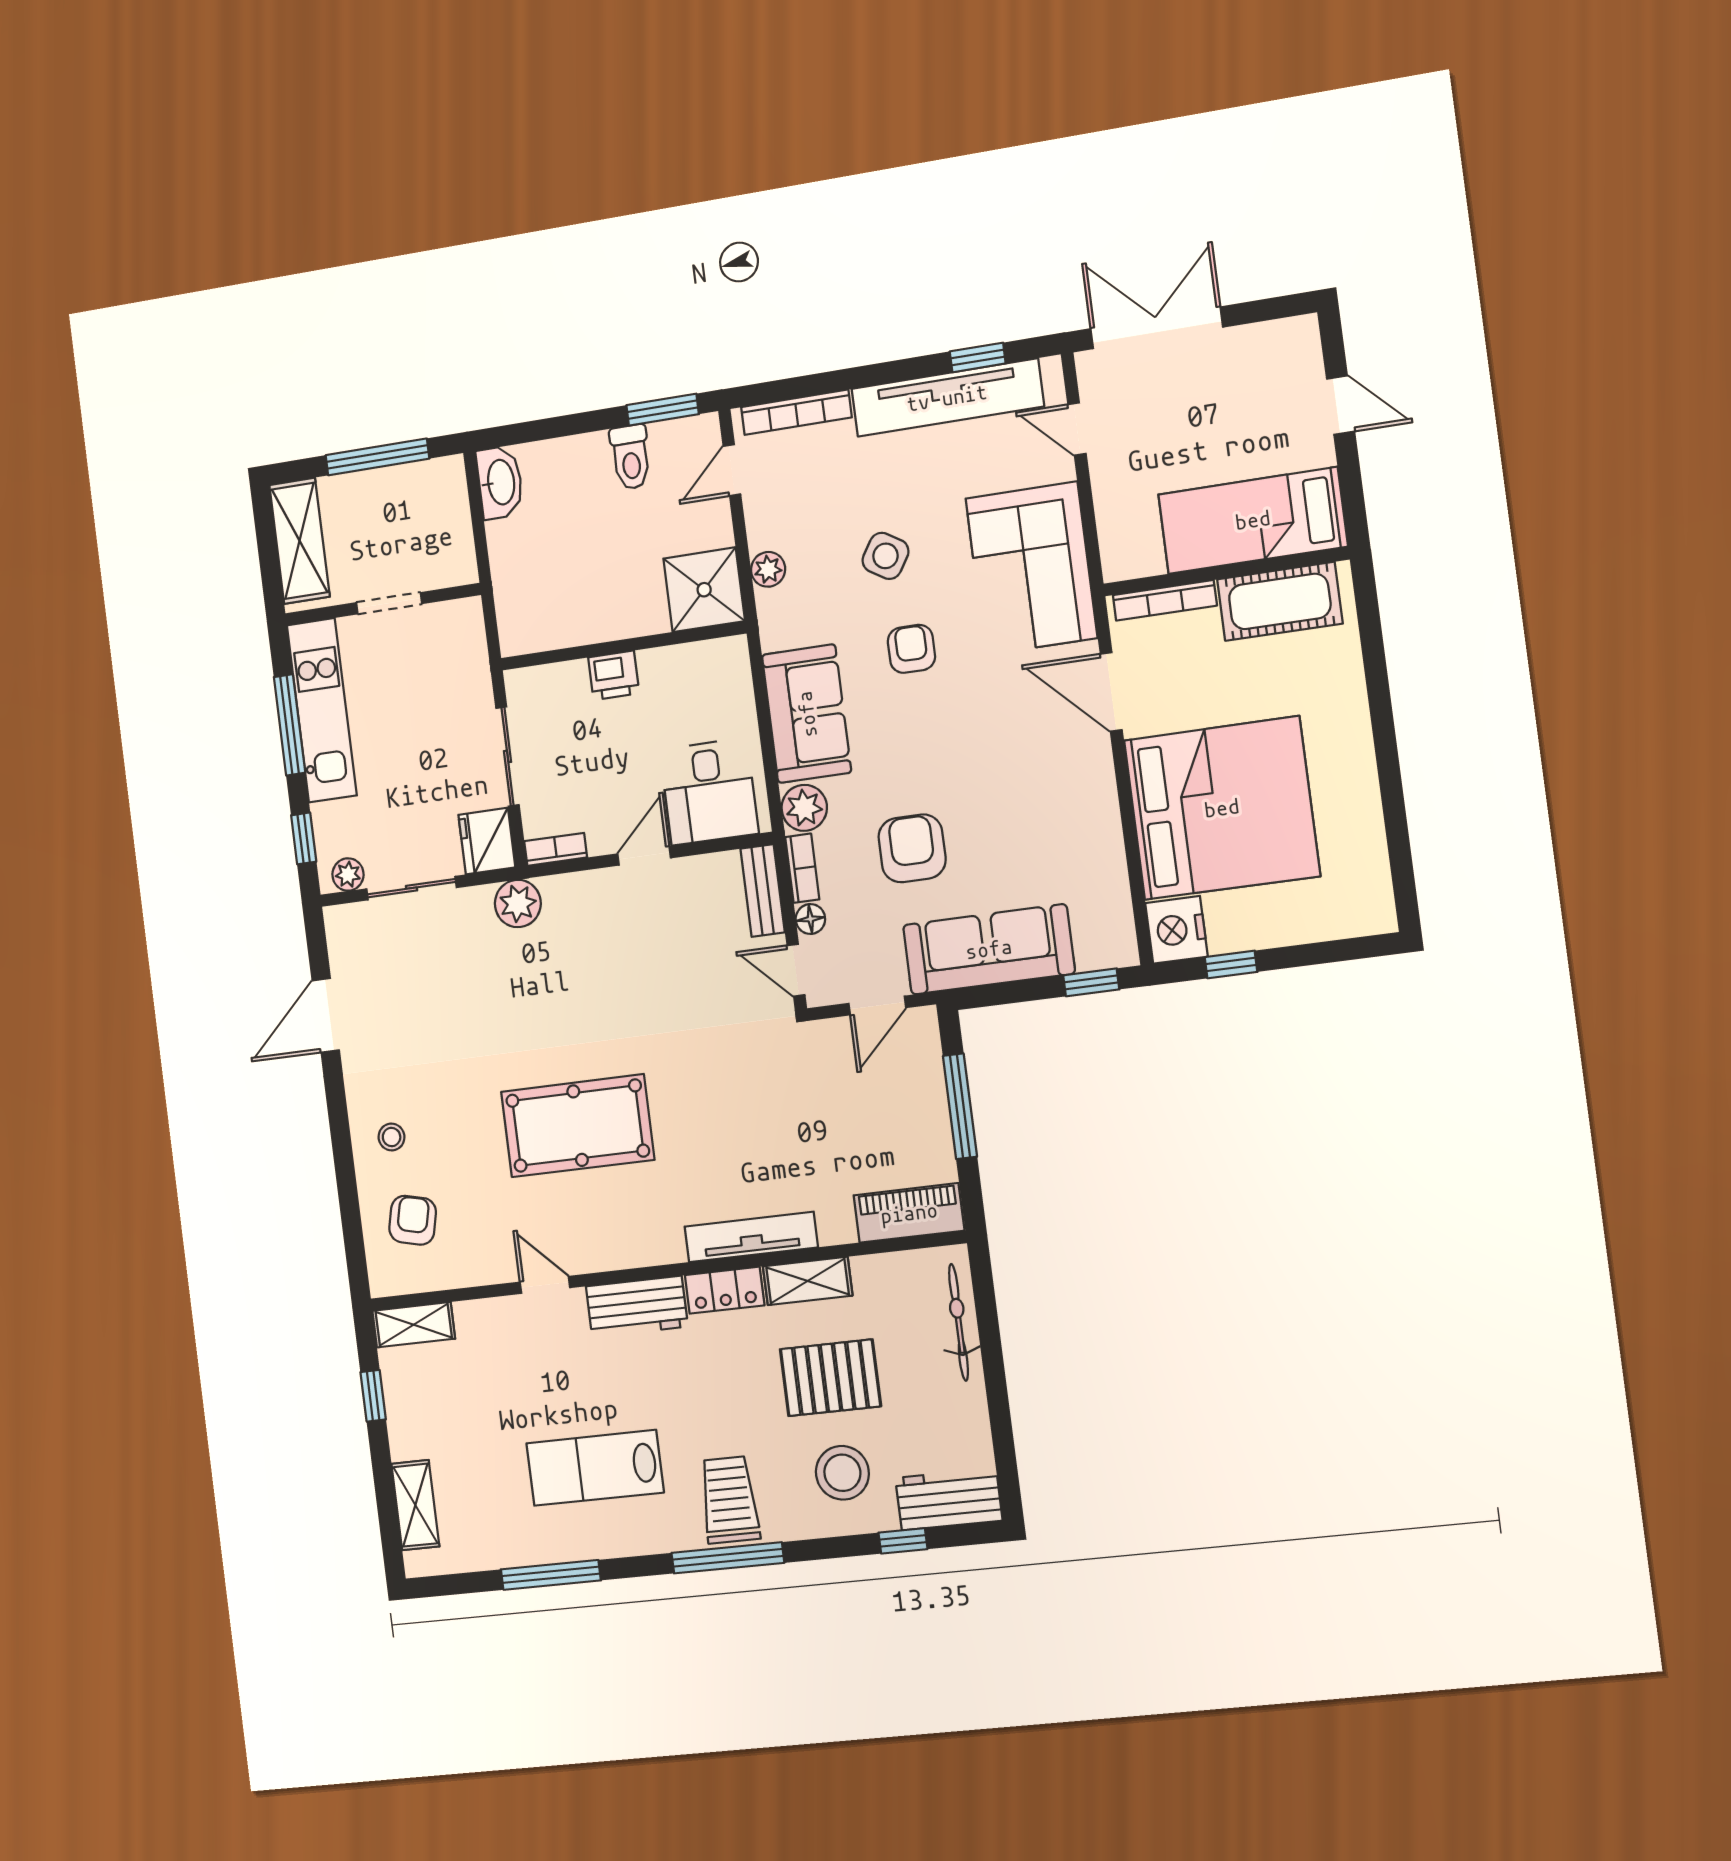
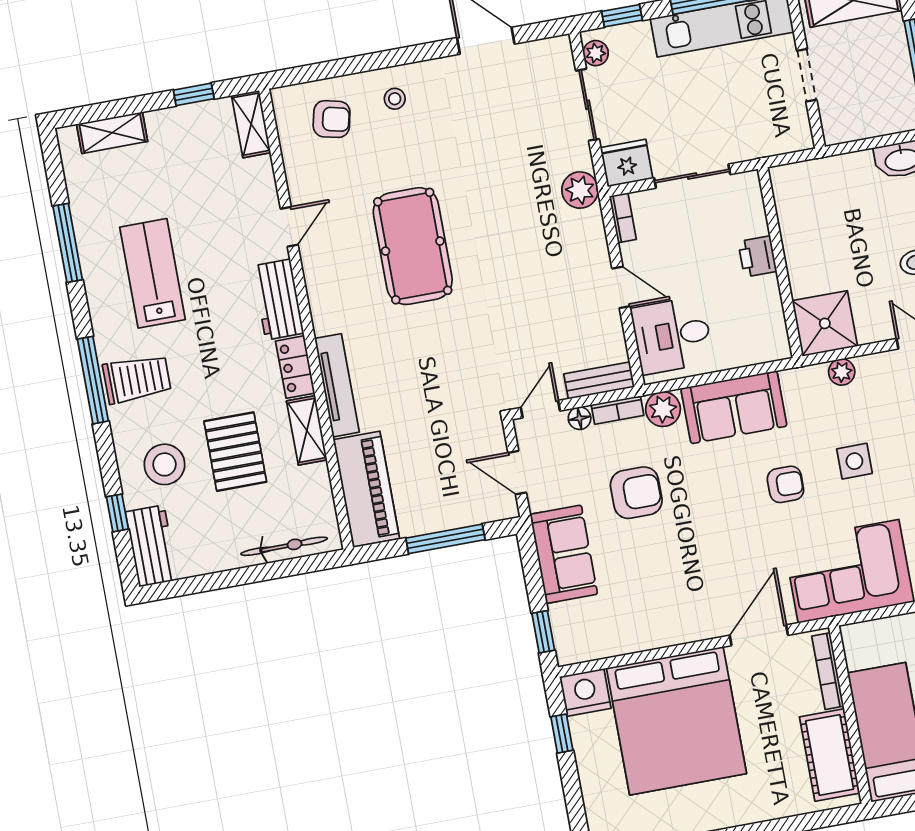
side table: (886, 556) -> (854, 461), turned -32
sofa: (989, 949) -> (564, 554), width x0.73
piano: (909, 1213) -> (366, 489), width x1.37, depth x1.33

